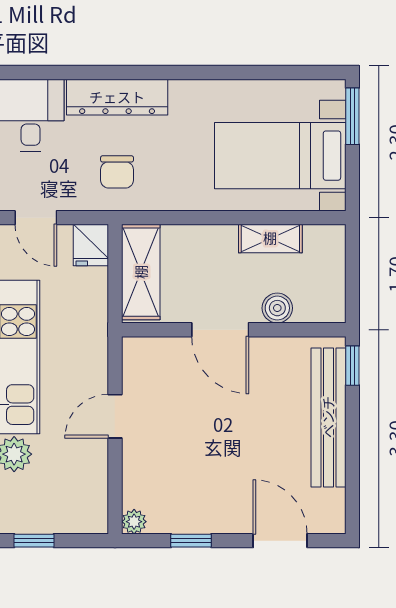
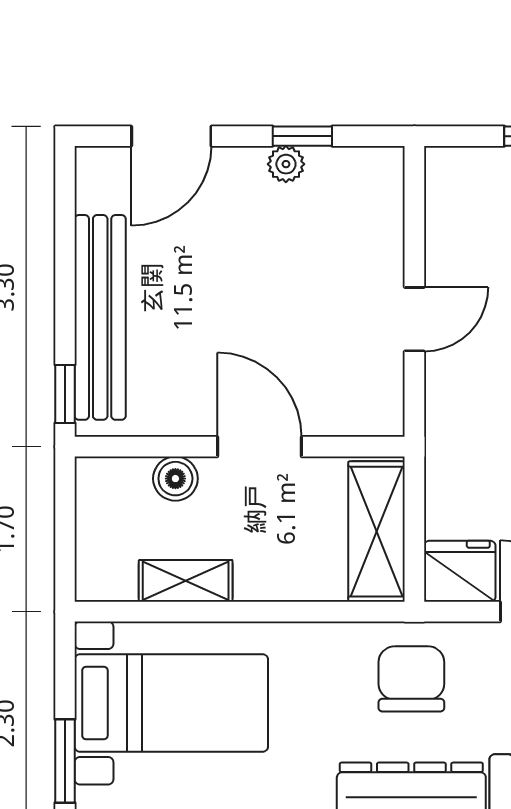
chair: (117, 172) -> (411, 679), width x1.37, depth x1.37
fridge: (91, 245) -> (460, 571), width x1.38
plant: (134, 522) -> (286, 164), moved
door: (280, 541) -> (171, 136), hinge flipped

